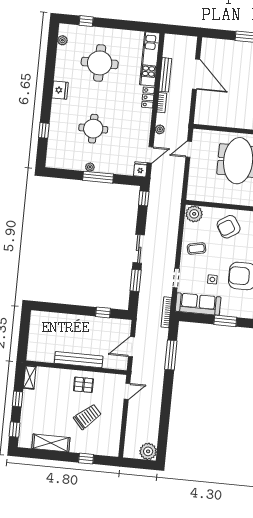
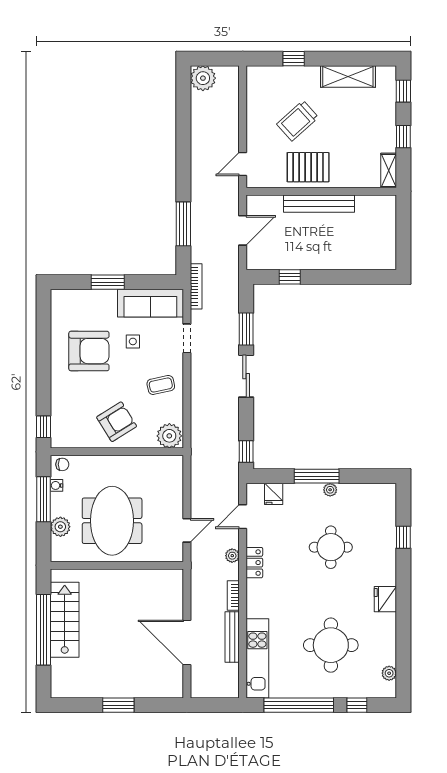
window: (125, 25) -> (299, 705), added
locker: (148, 97) -> (254, 563), moved
fridge: (140, 169) -> (274, 494), moved
pallet: (83, 385) -> (308, 167), width x1.50, depth x1.42

